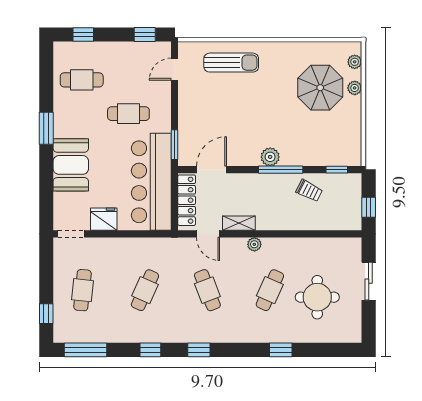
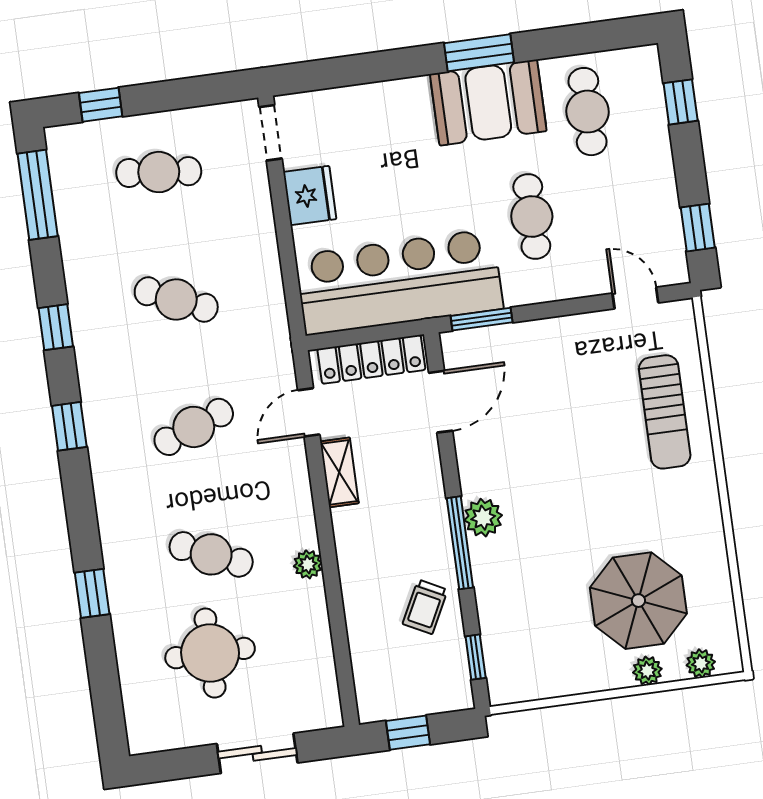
booth: (71, 165) -> (488, 103), moved
door: (212, 170) -> (441, 402), hinge flipped
plant: (254, 244) -> (308, 564), moved

